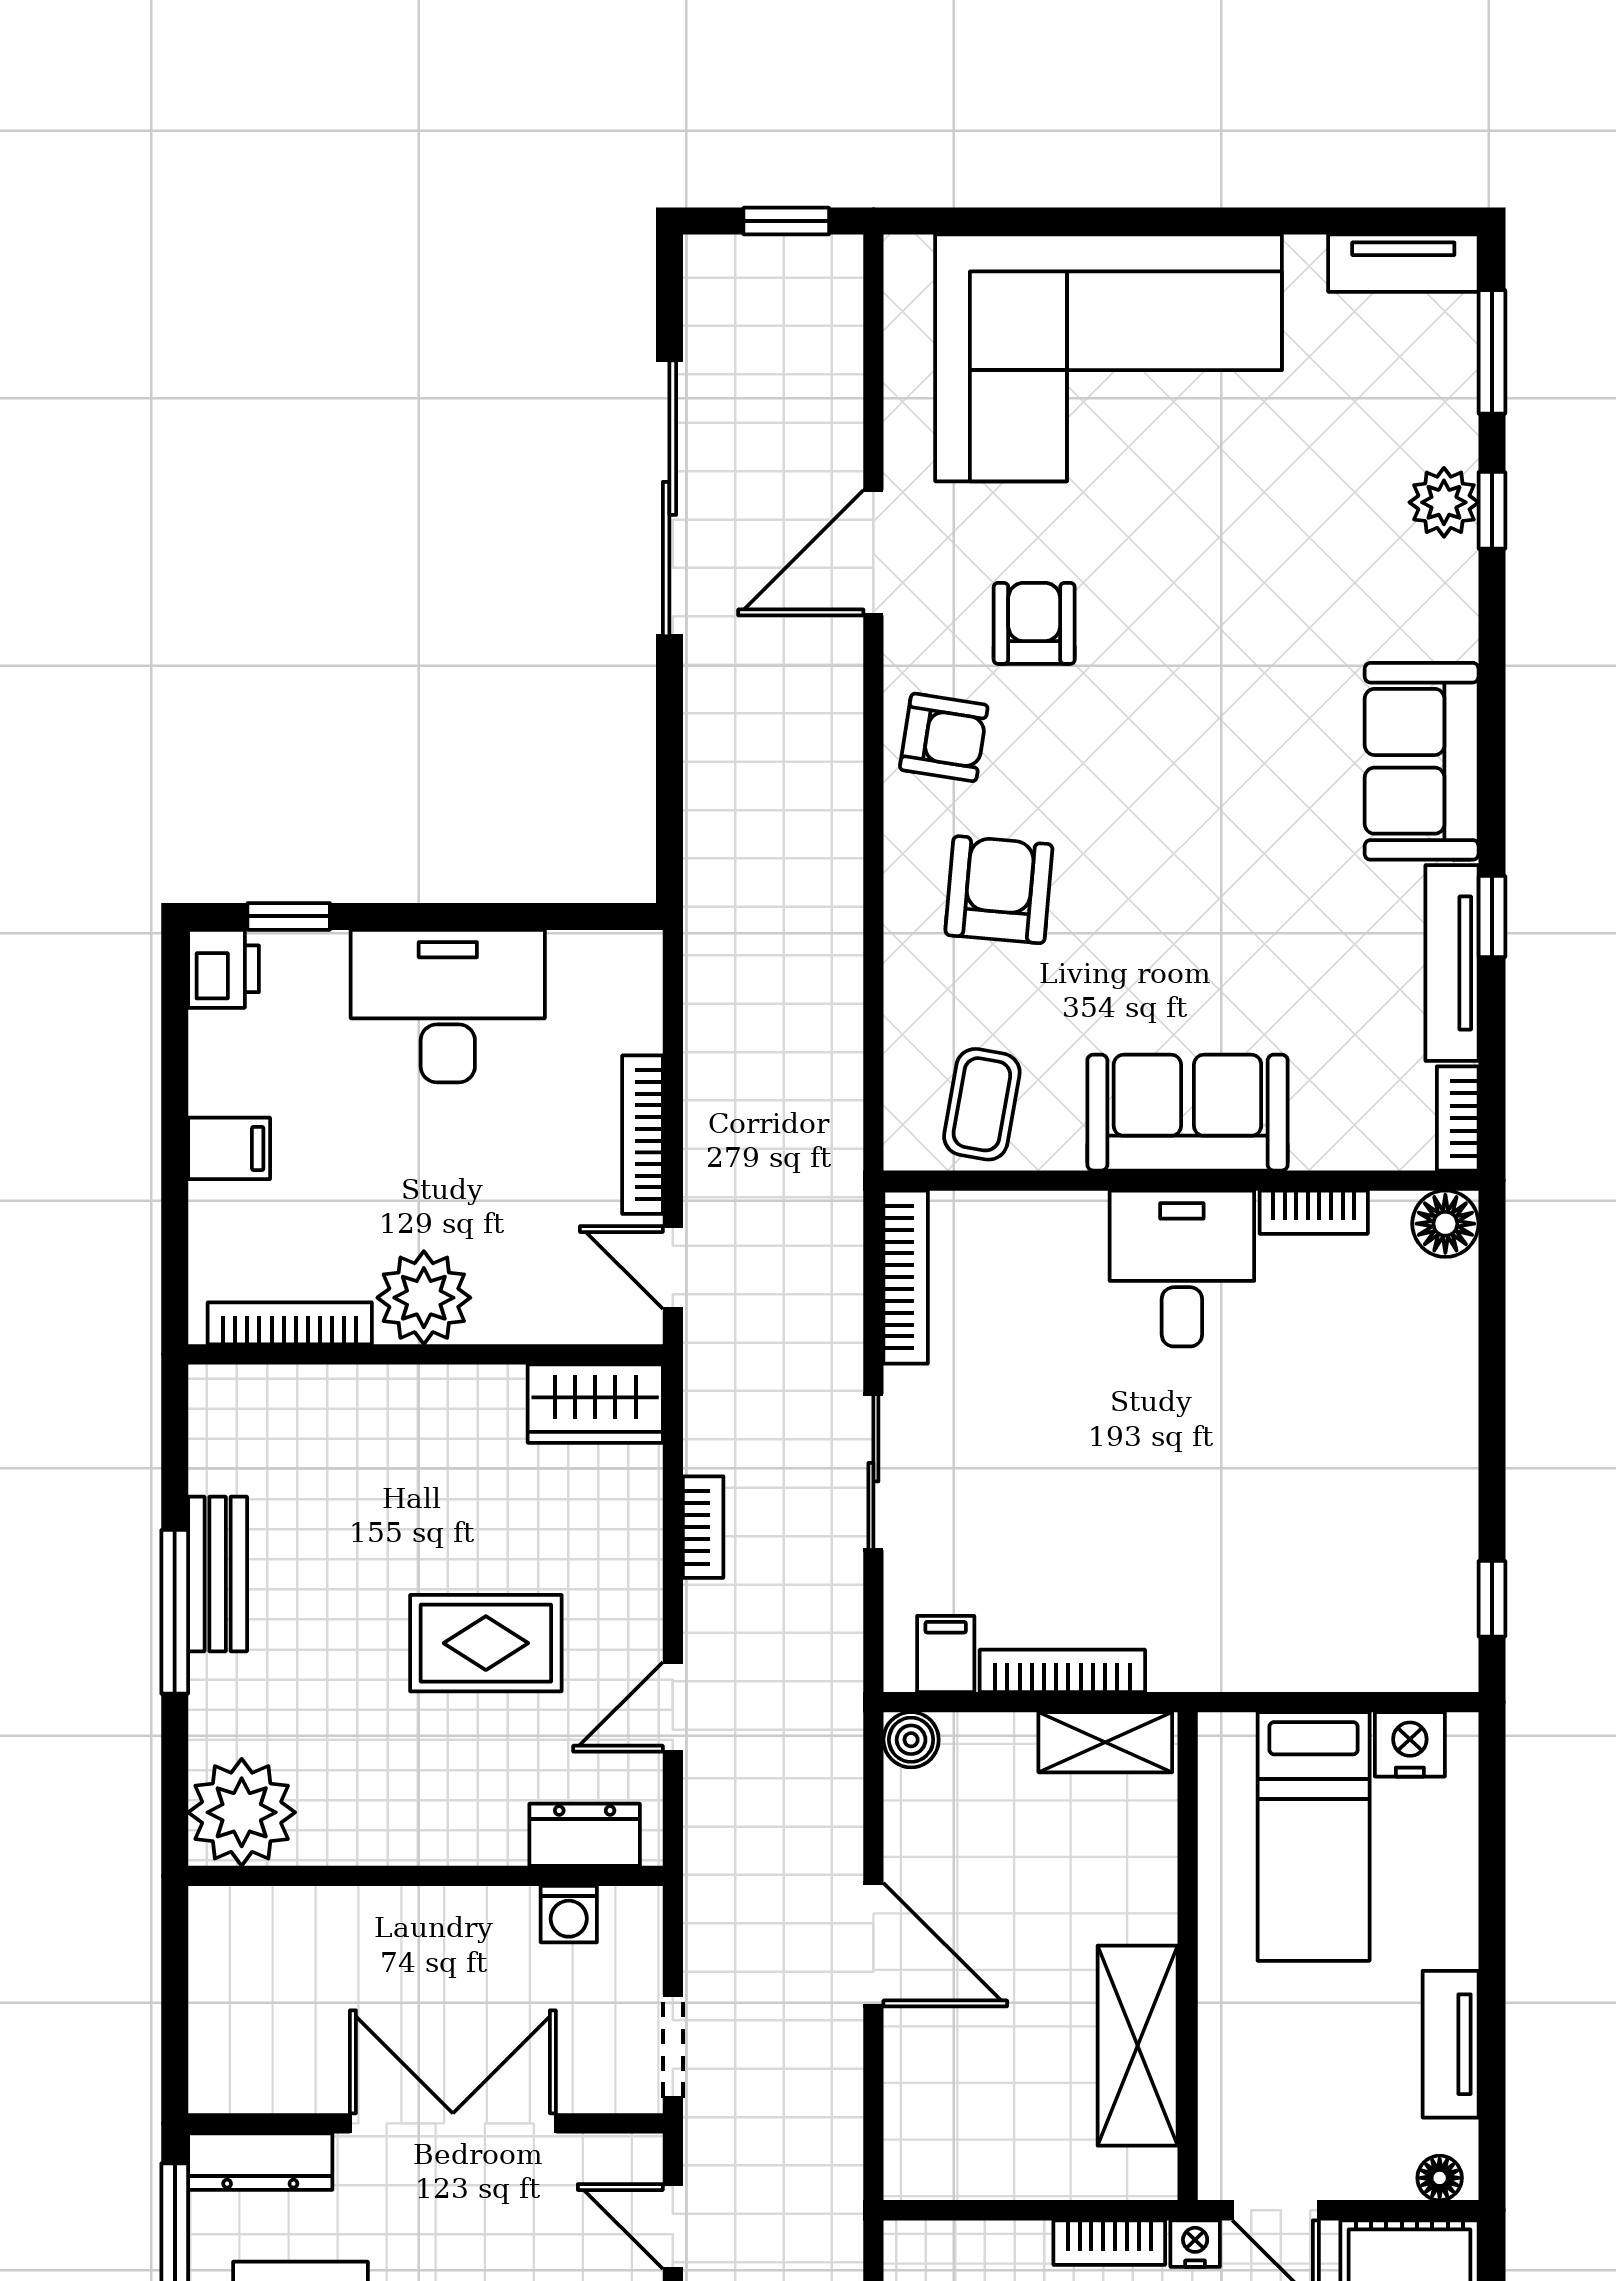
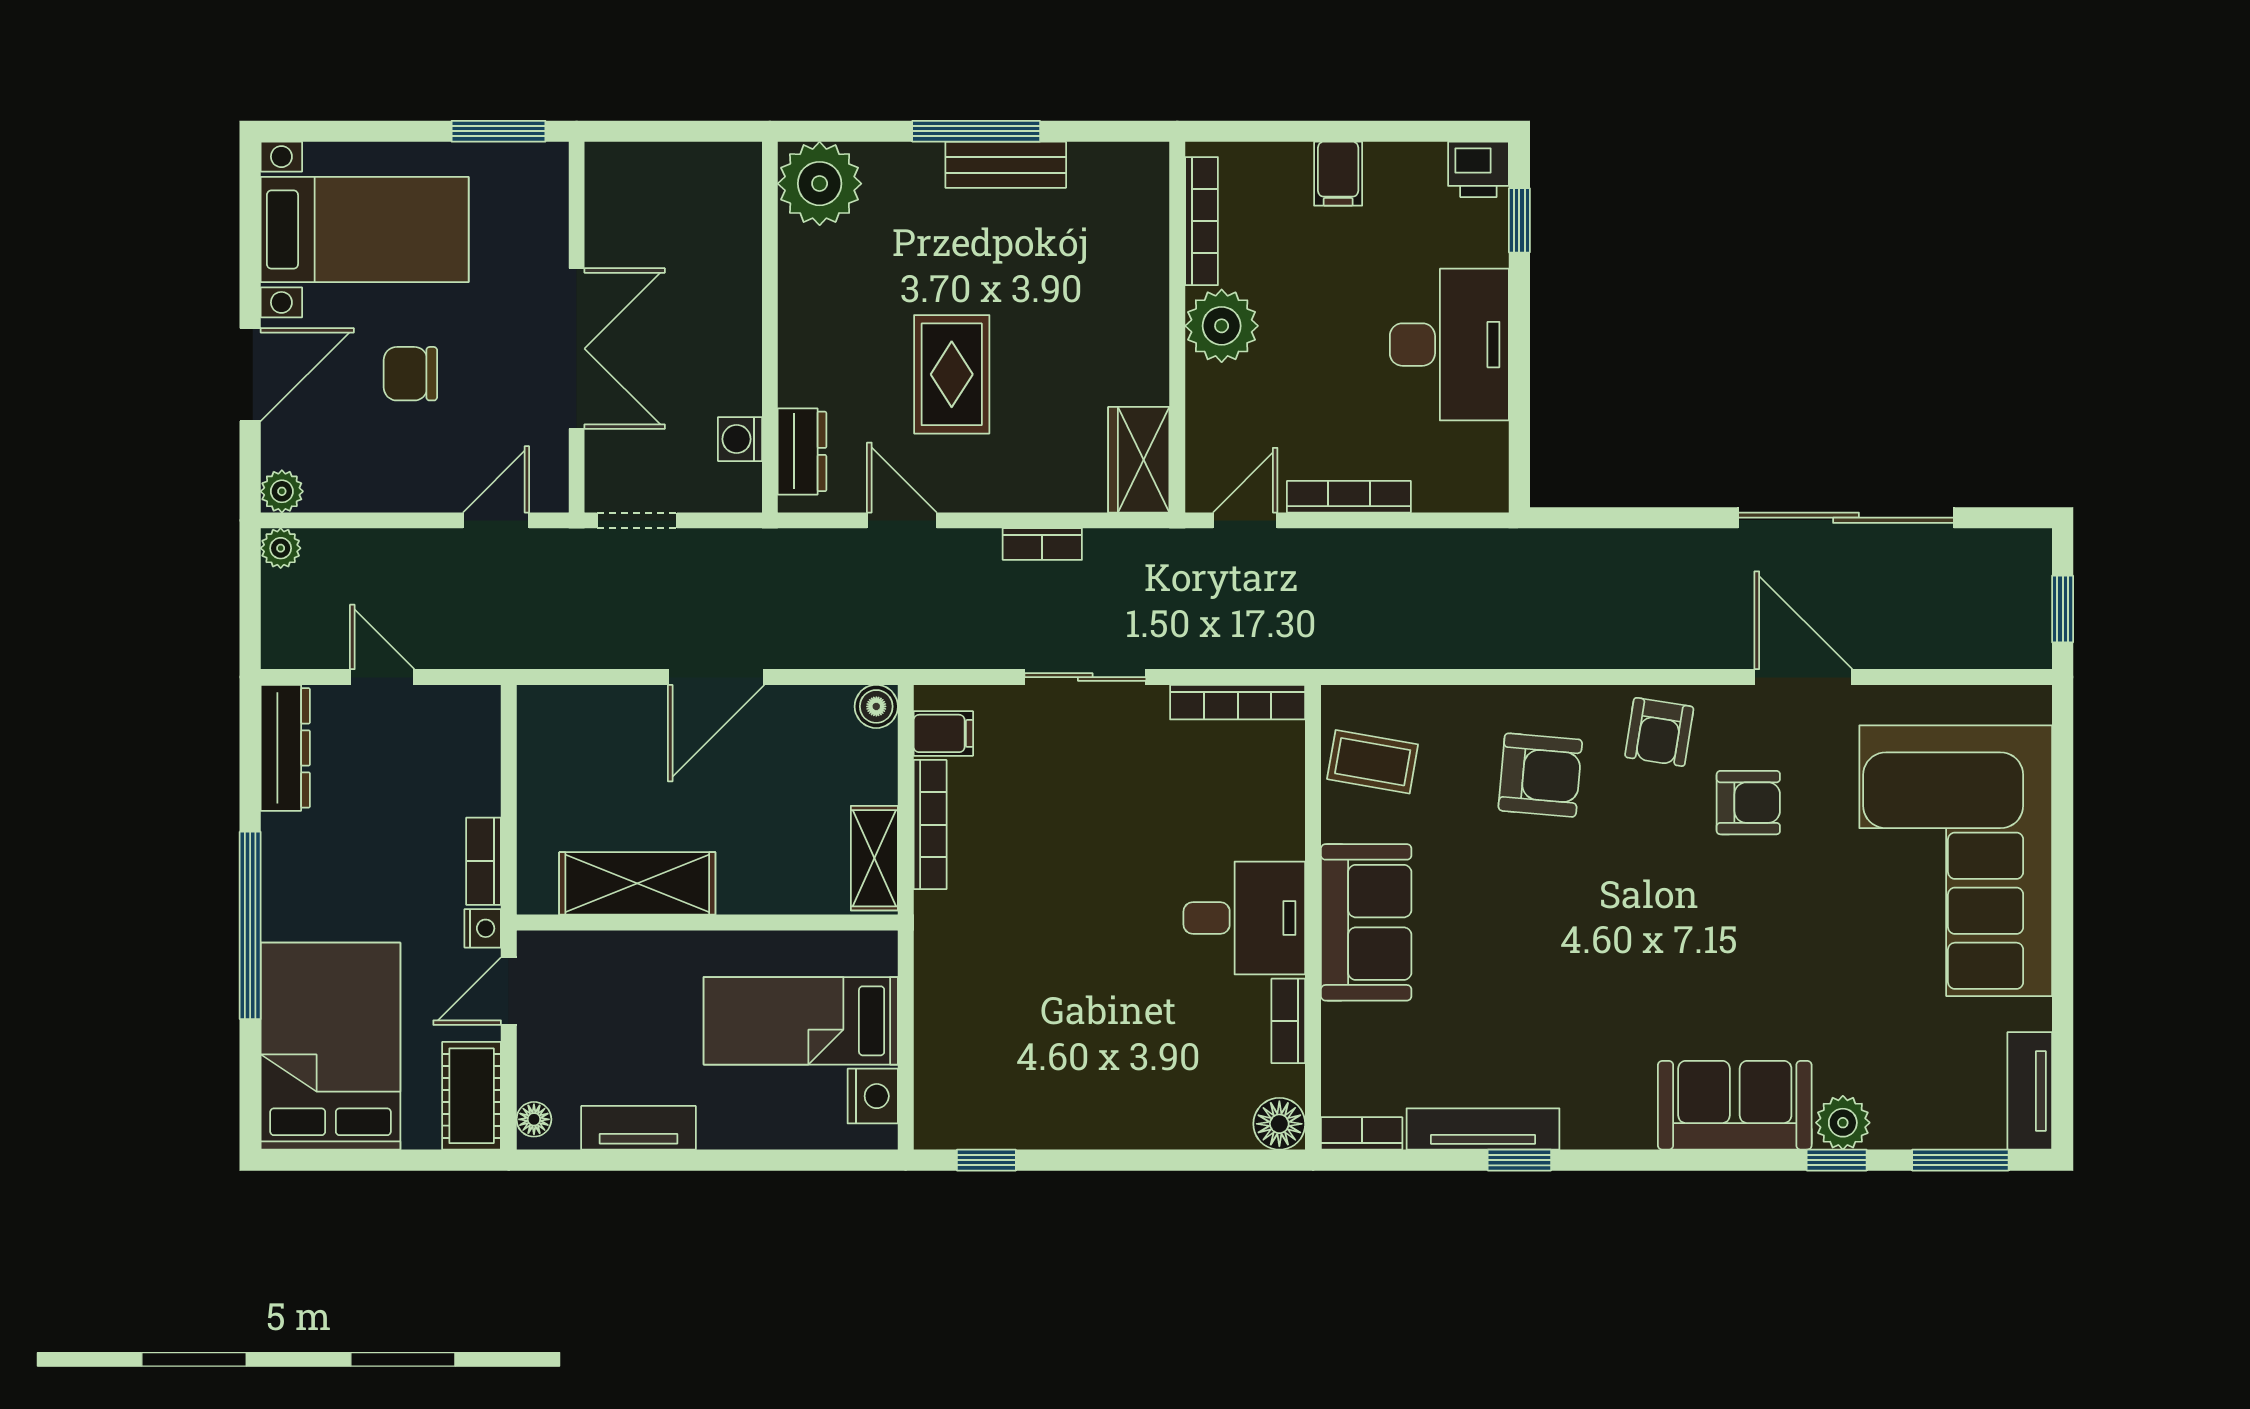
sofa: (1422, 761) -> (1735, 1105), moved
dresser: (260, 2162) -> (547, 198), removed

